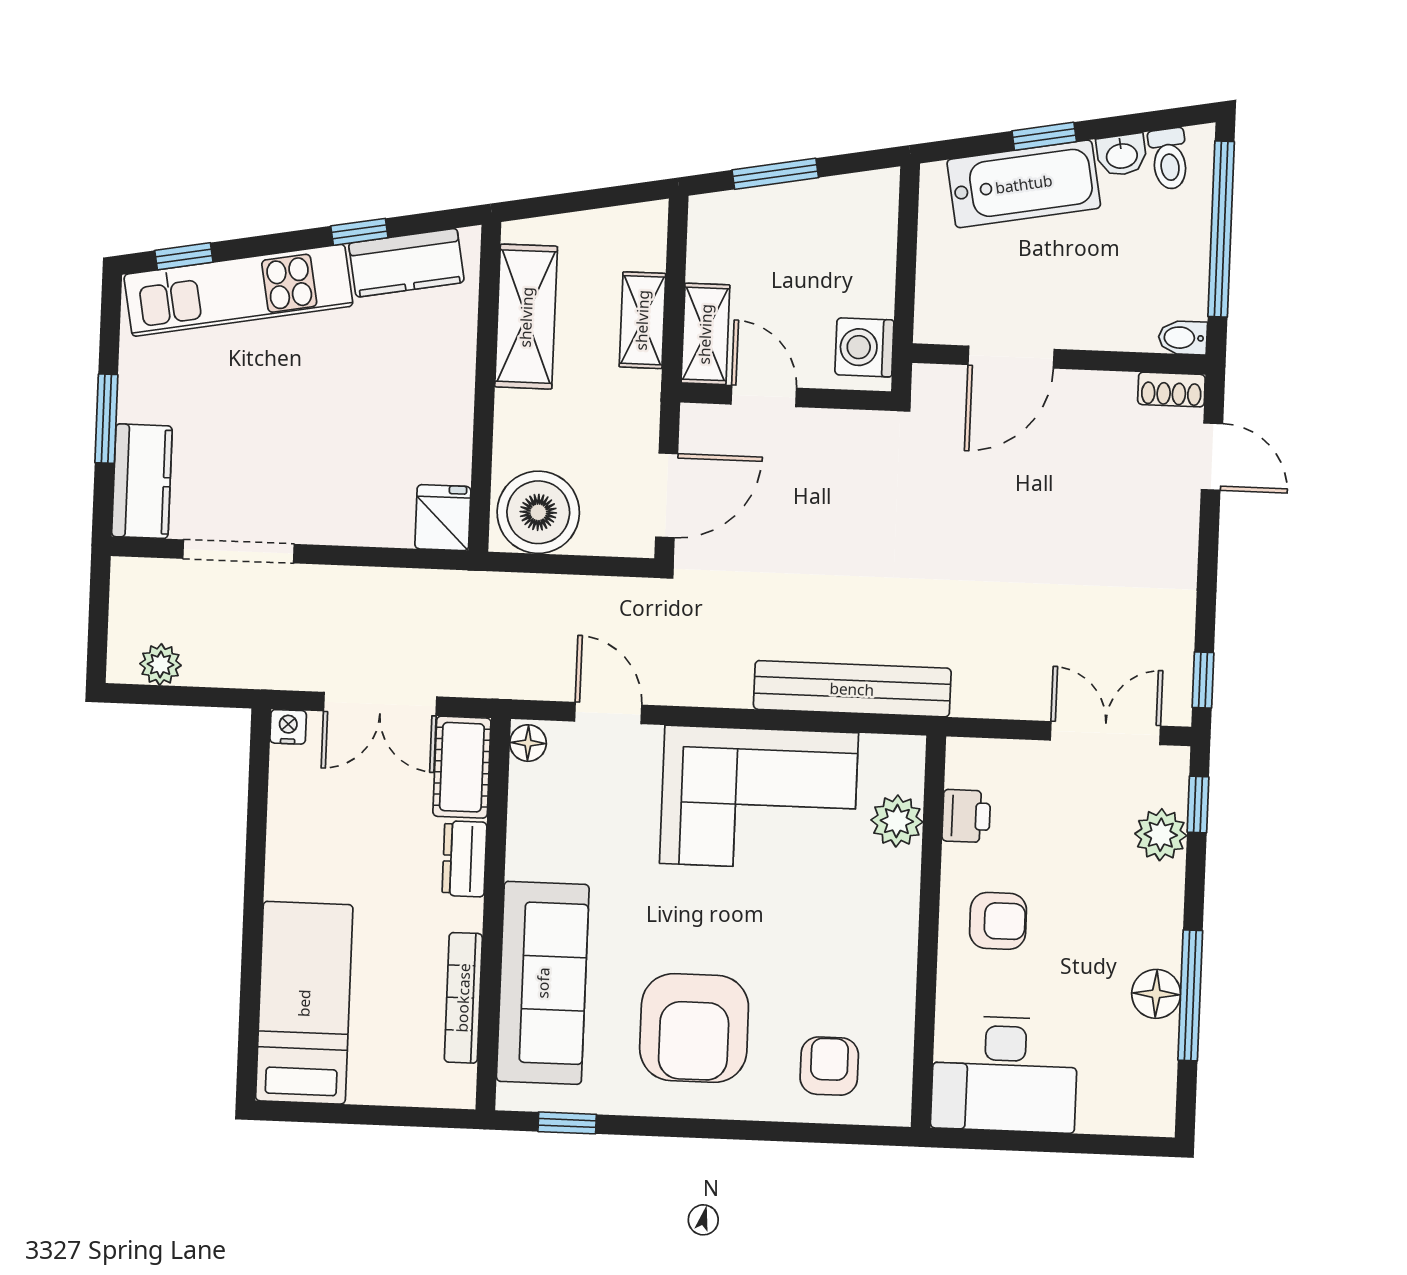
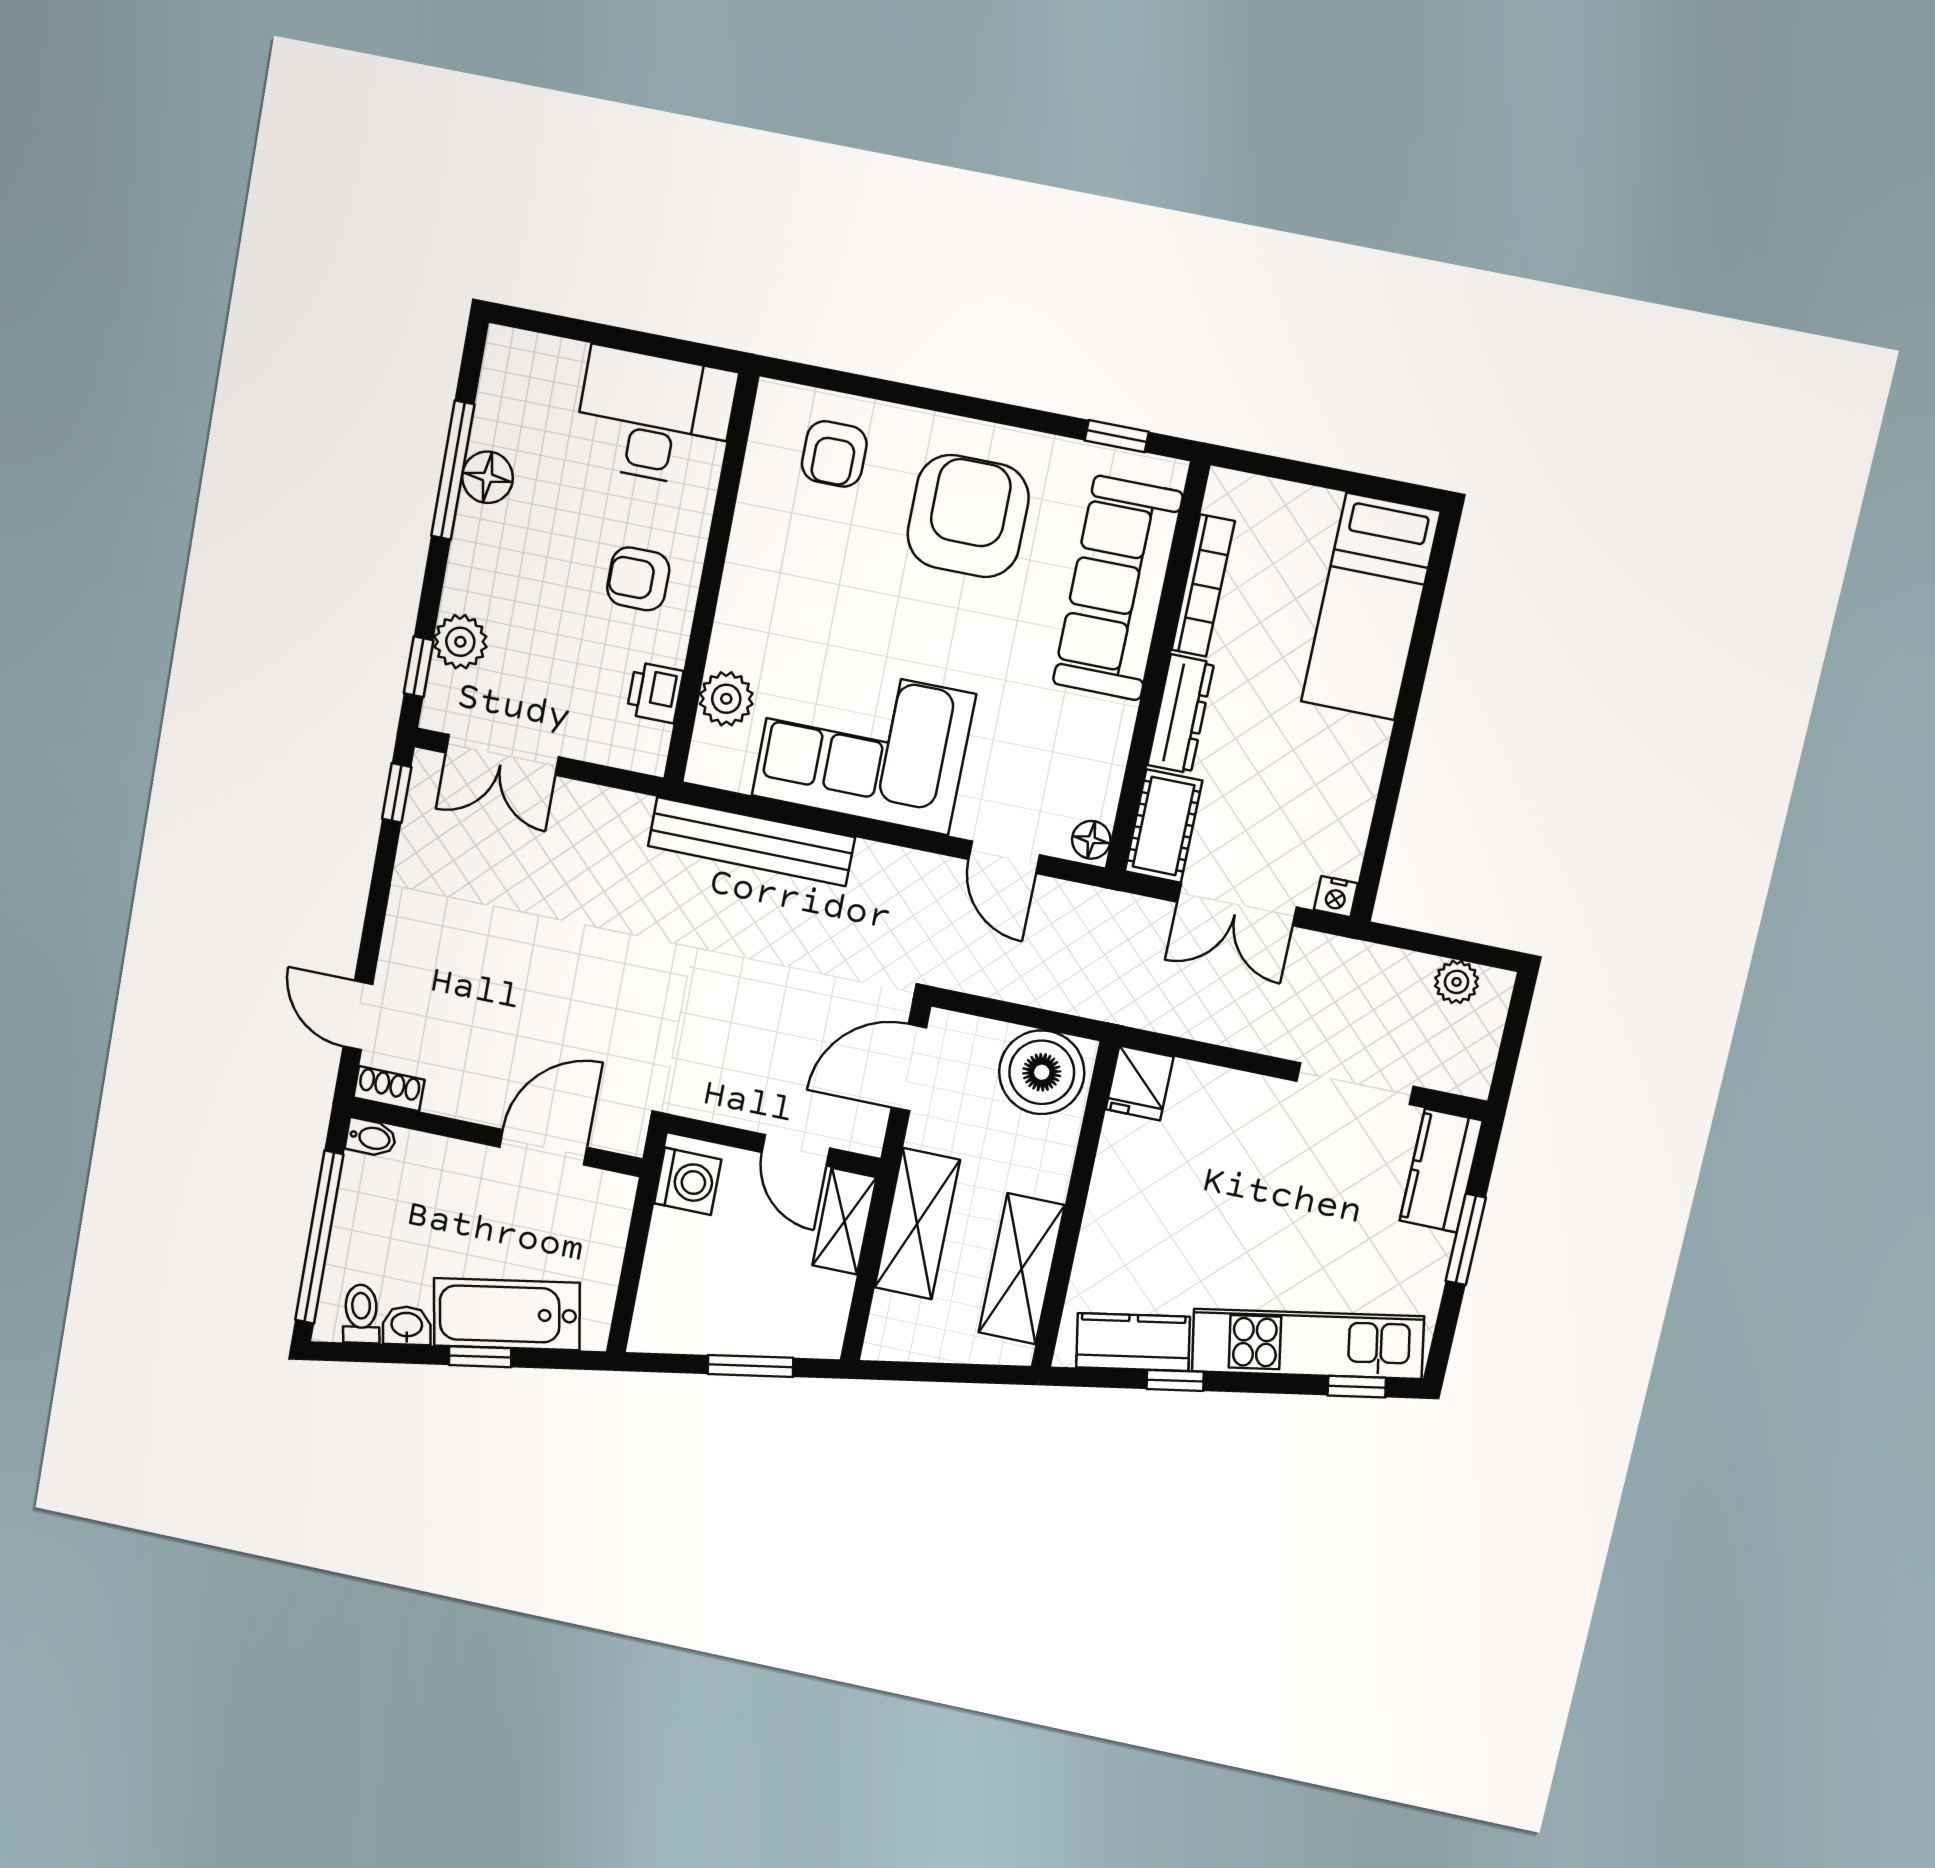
shelving: (642, 320) -> (917, 1224), width x1.50, depth x1.33
double door: (380, 704) -> (1237, 905), swing flipped
dresser: (464, 859) -> (1181, 714), width x1.44

